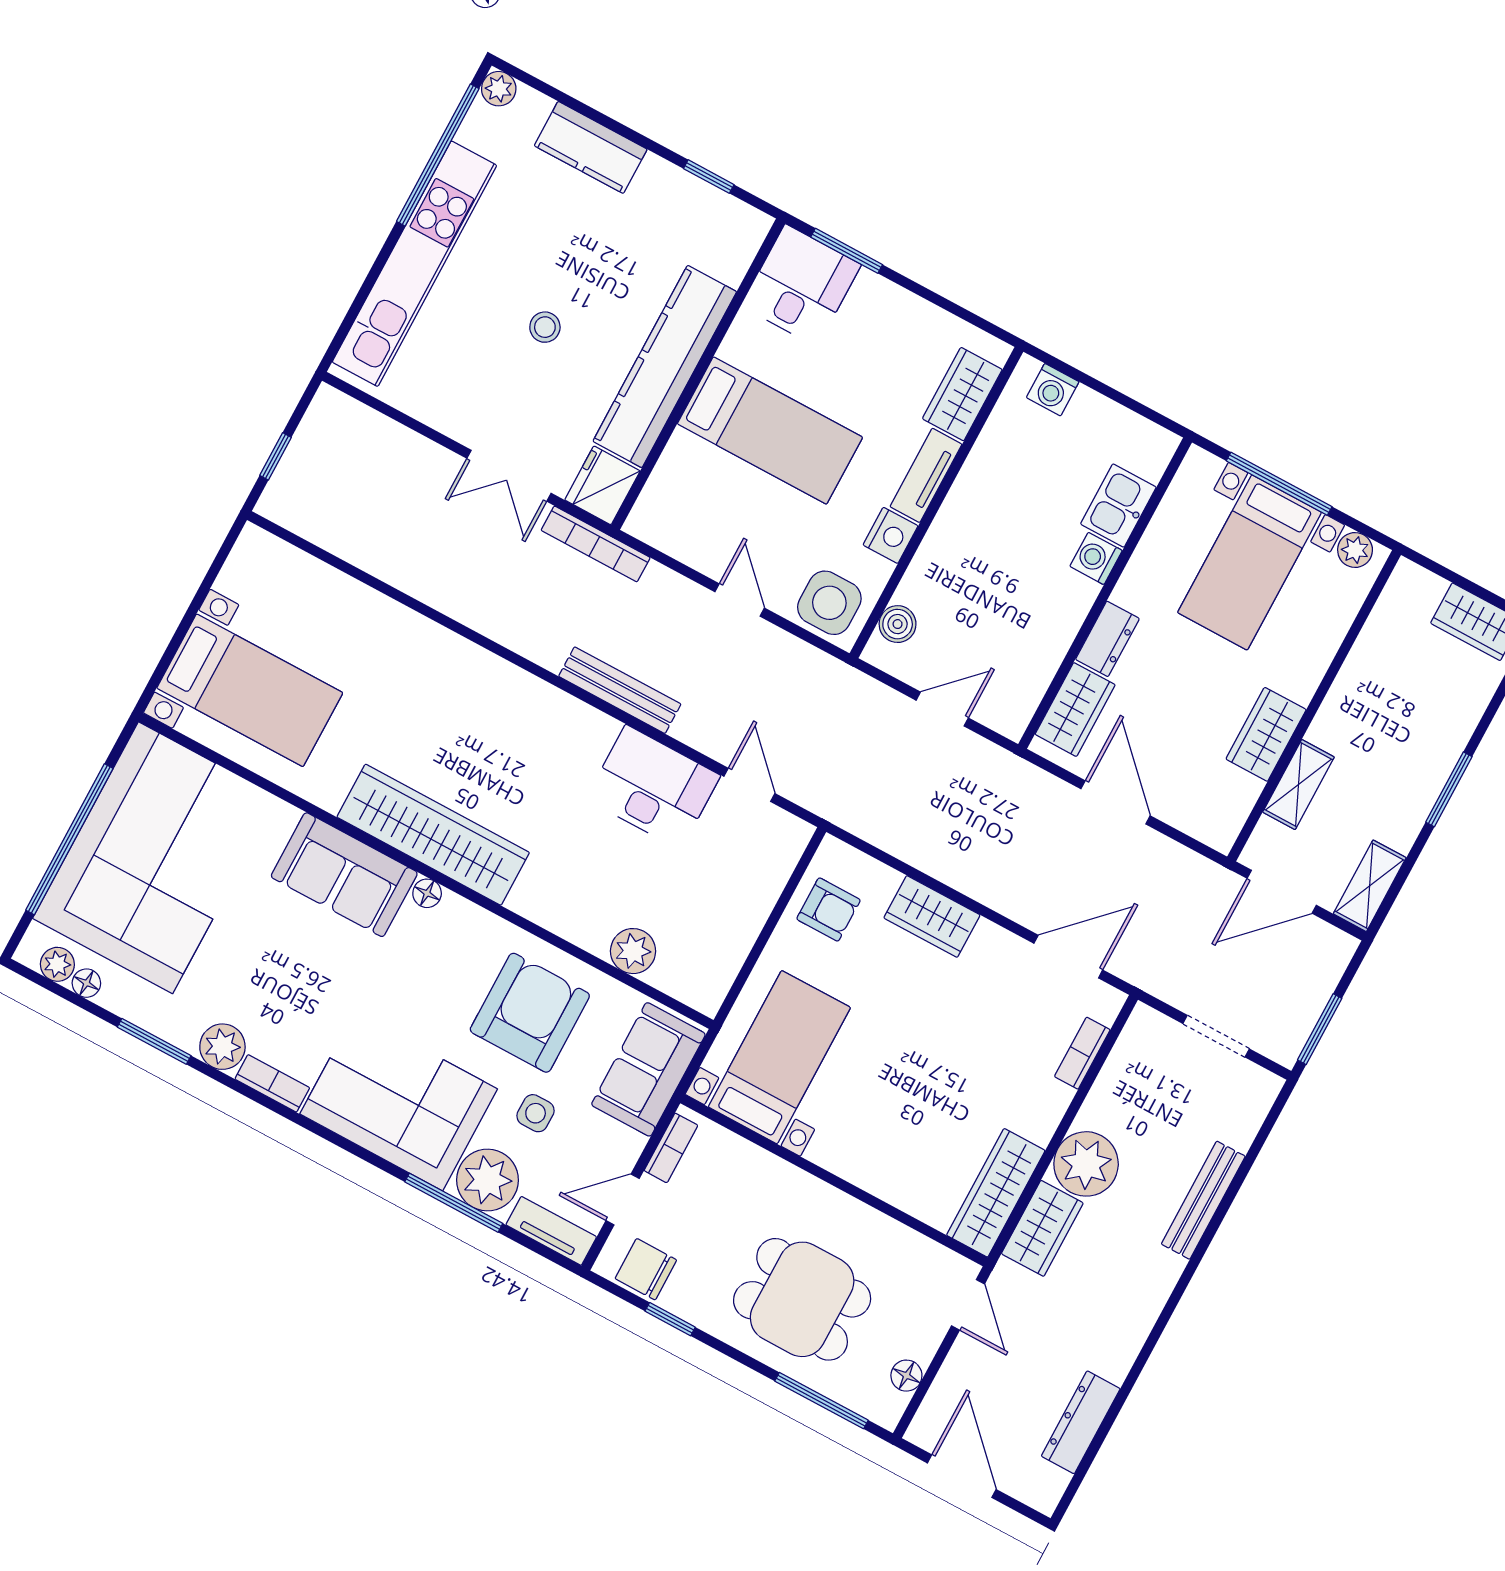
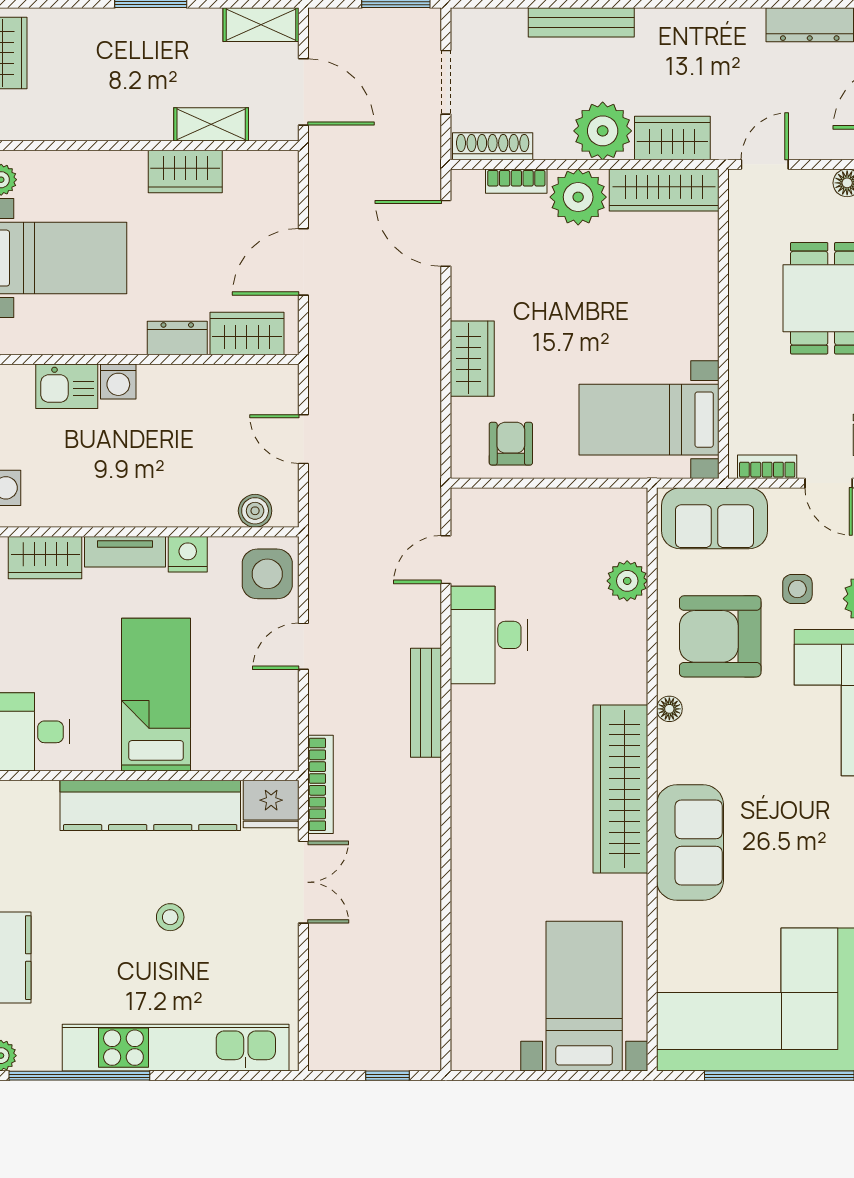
floor lamp: (427, 893) -> (669, 709), moved
shoe rack: (1129, 1048) -> (493, 146), added
plant: (1034, 1105) -> (578, 197), added

